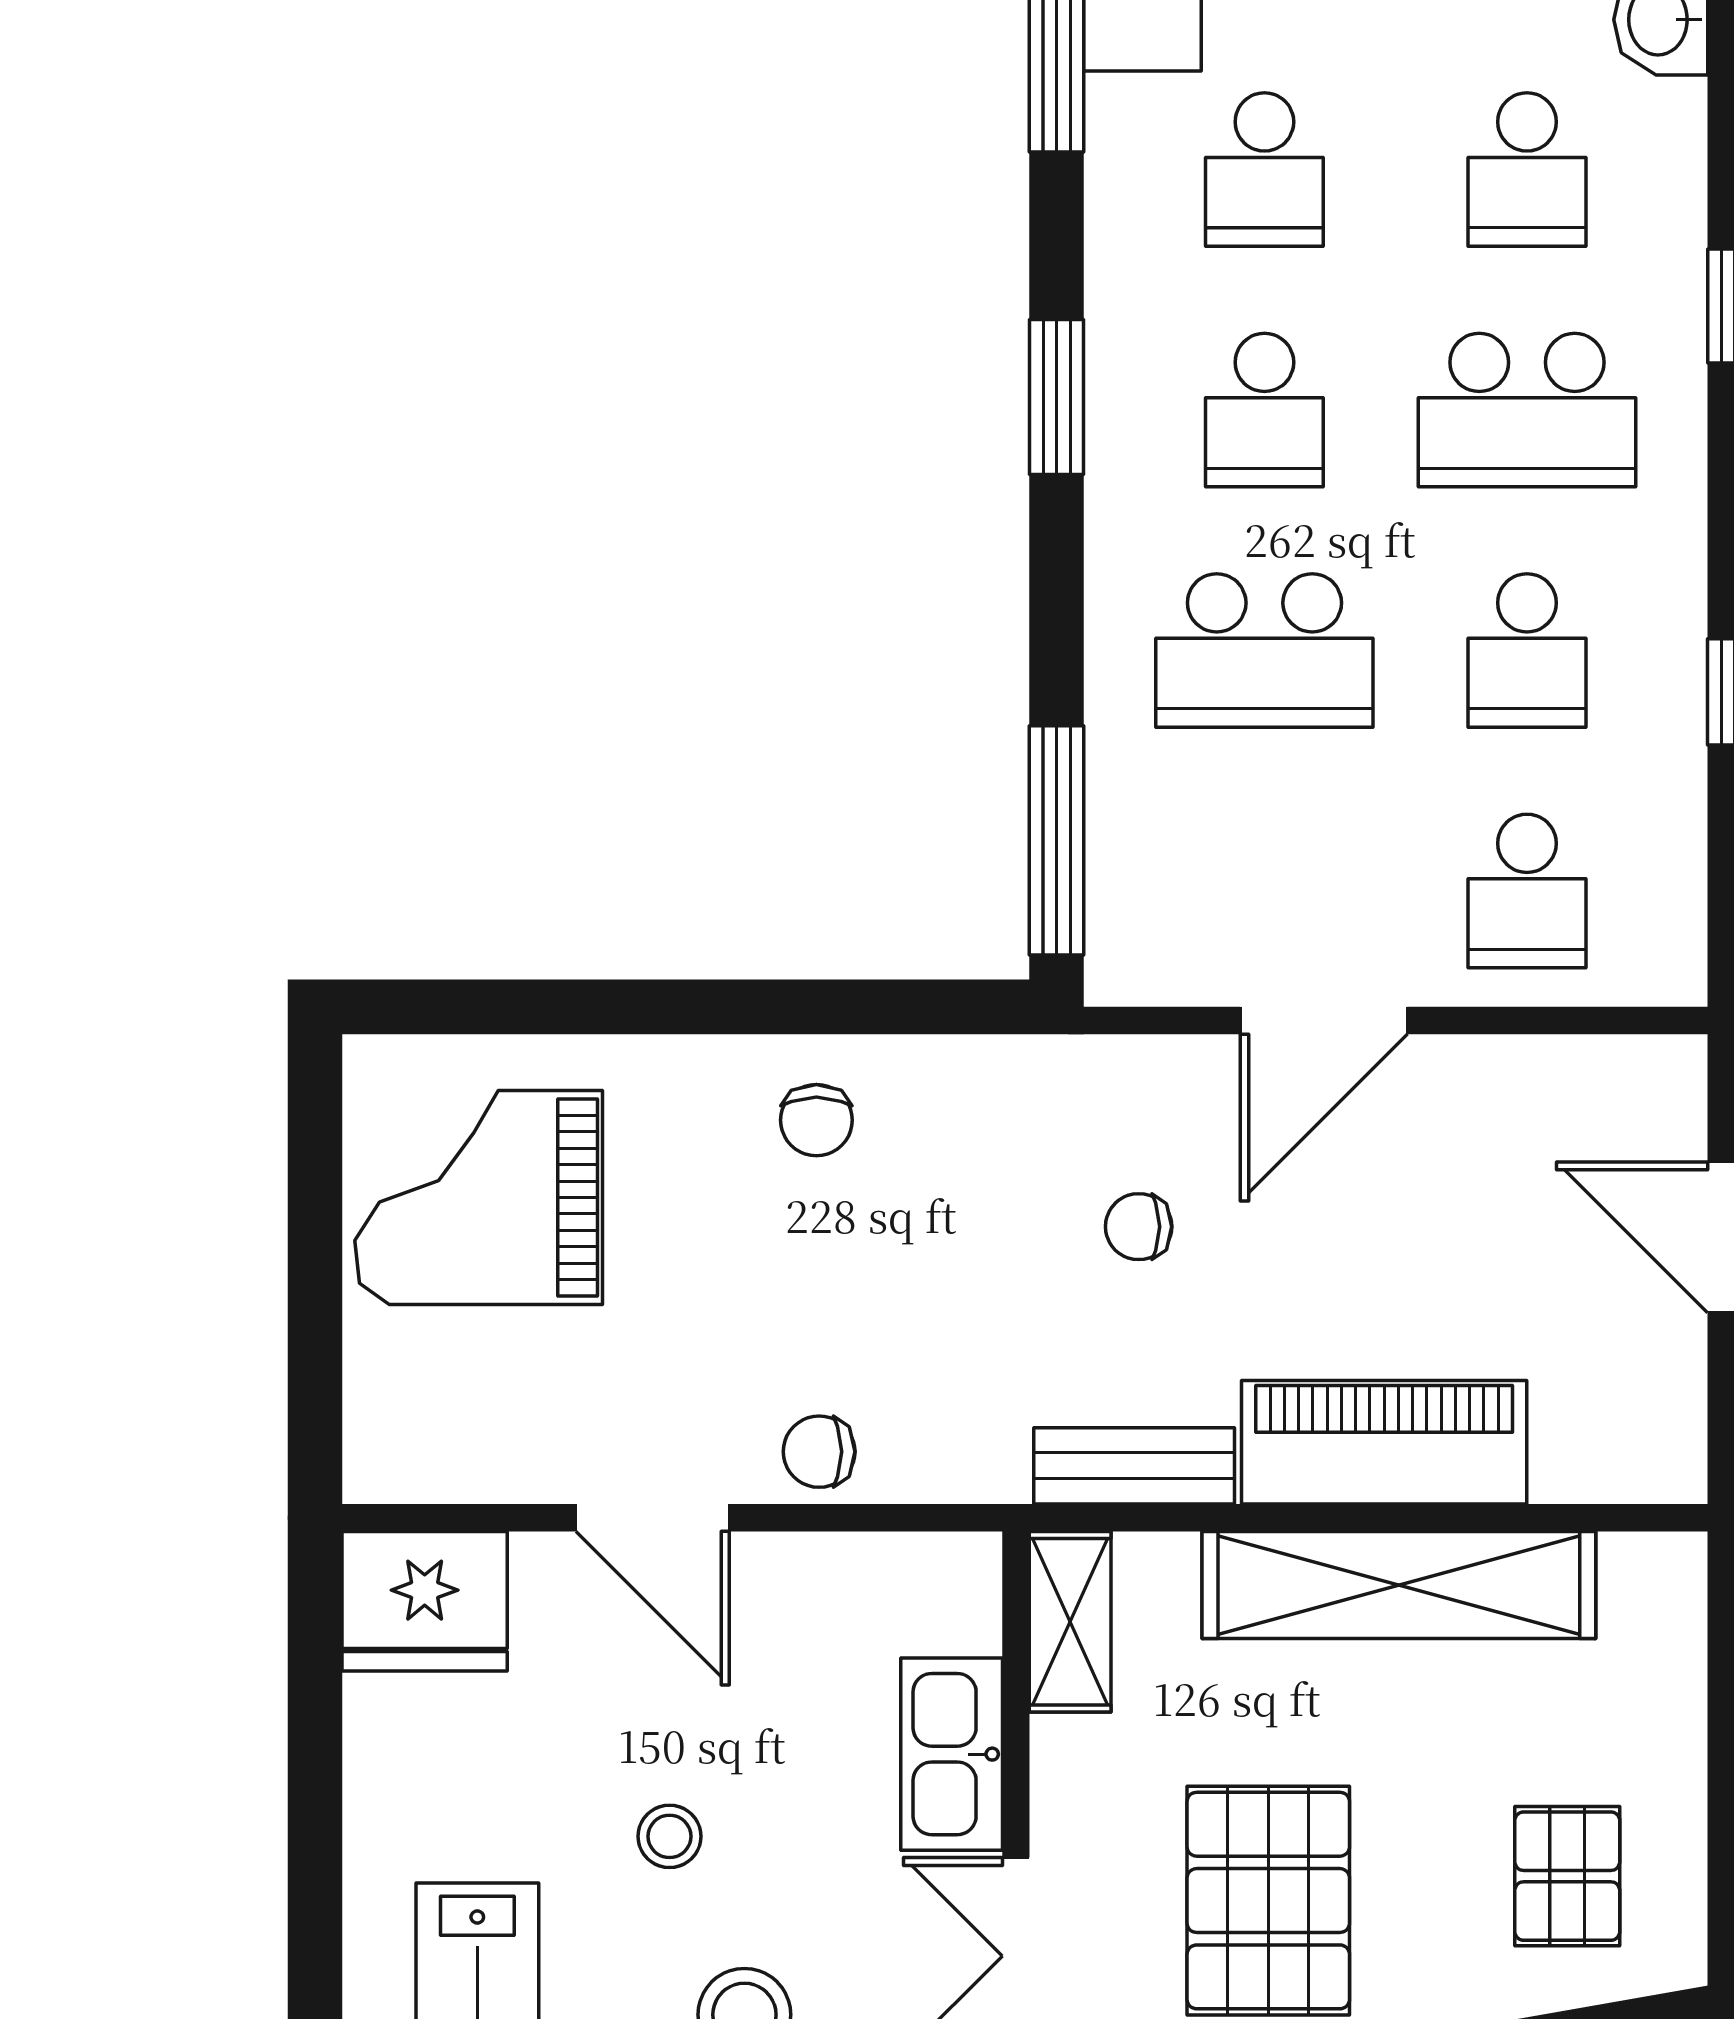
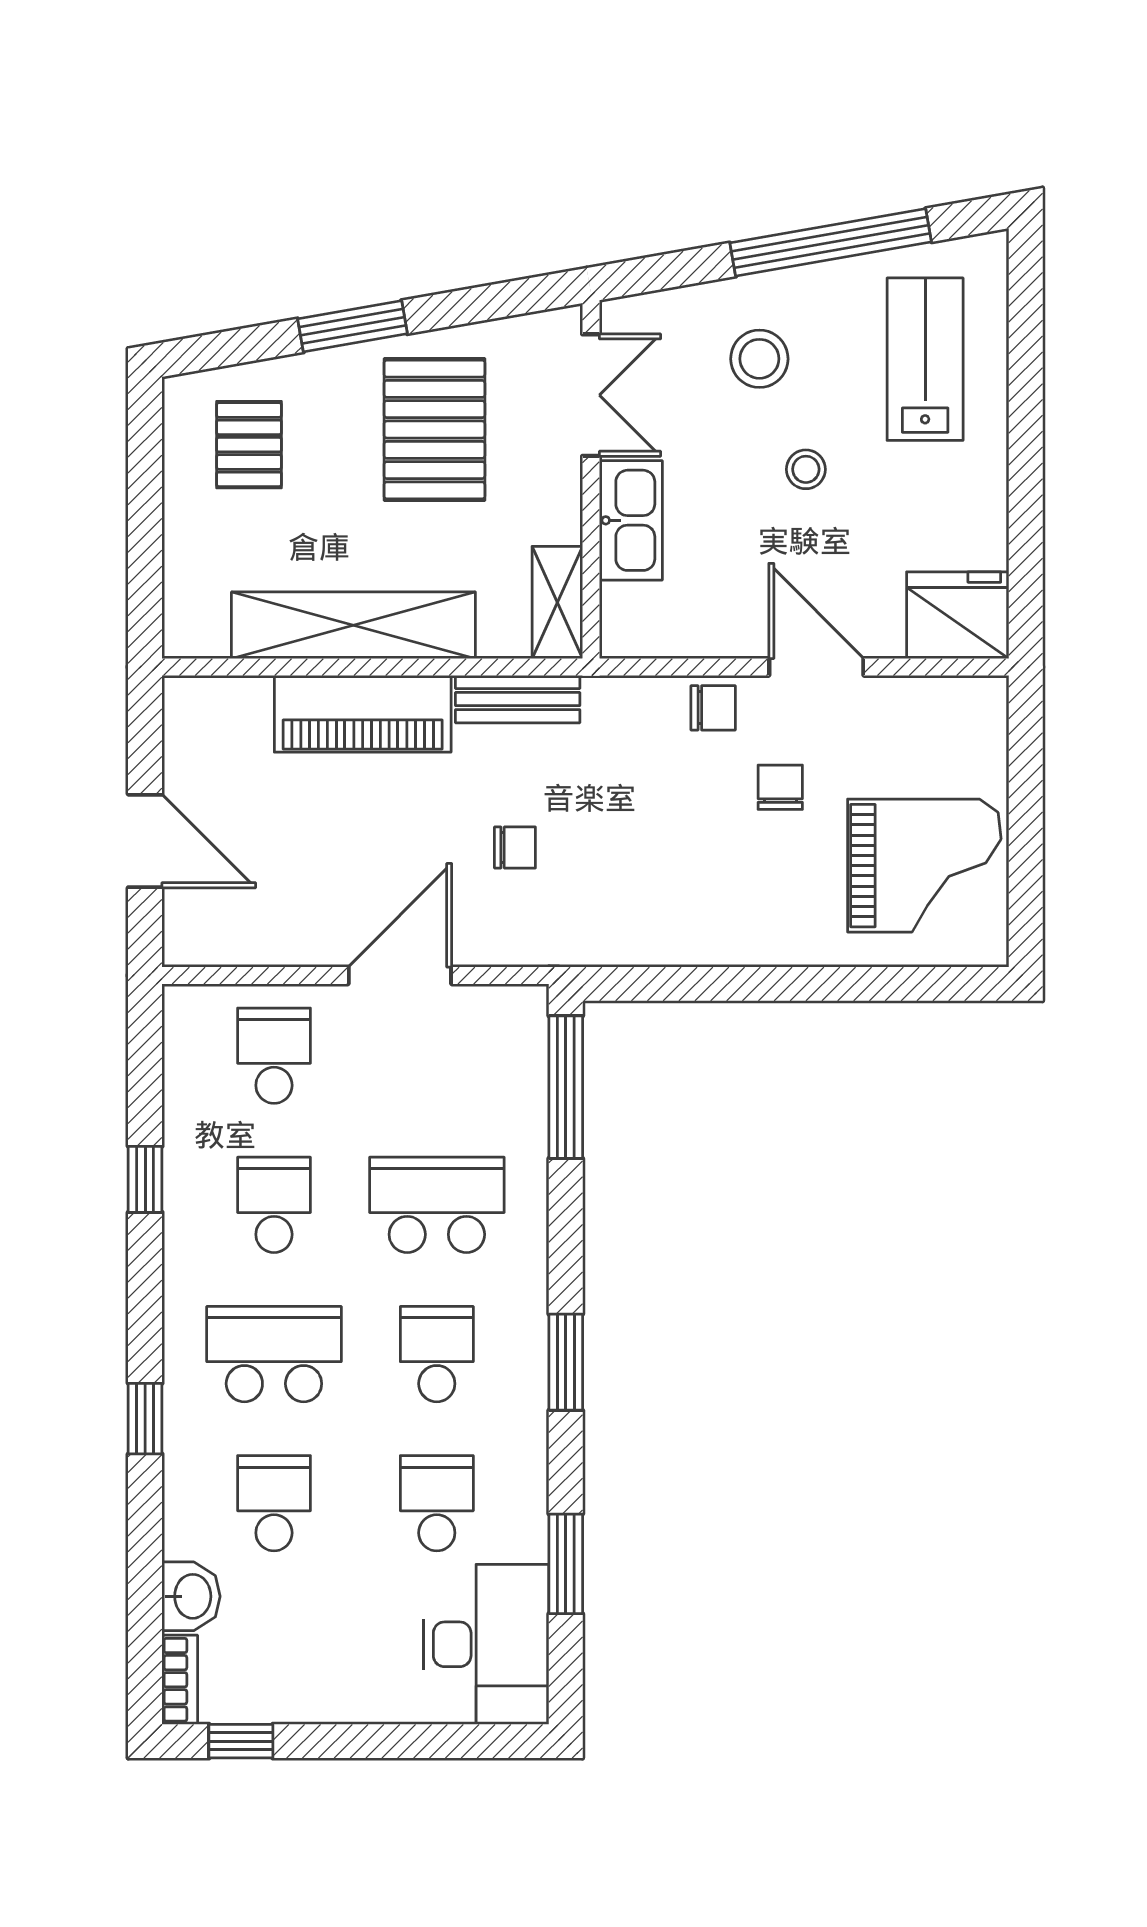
chair: (816, 1120) -> (780, 787), moved

